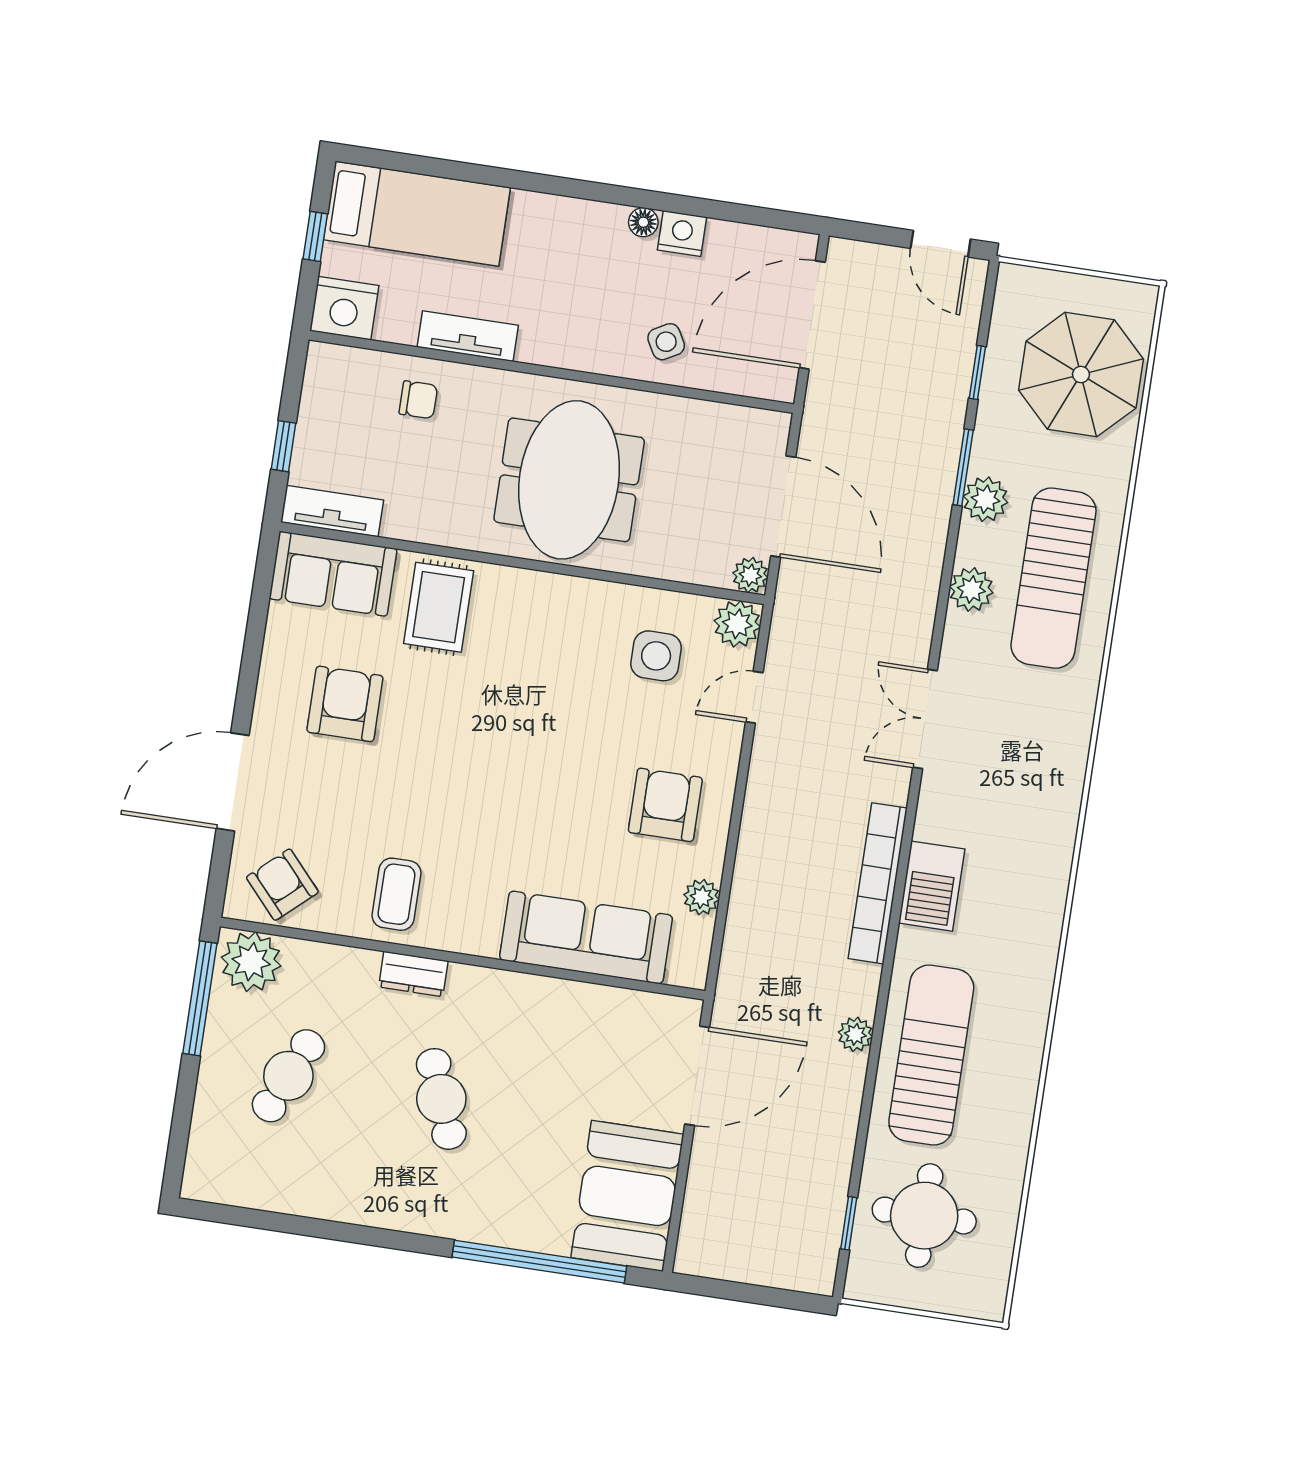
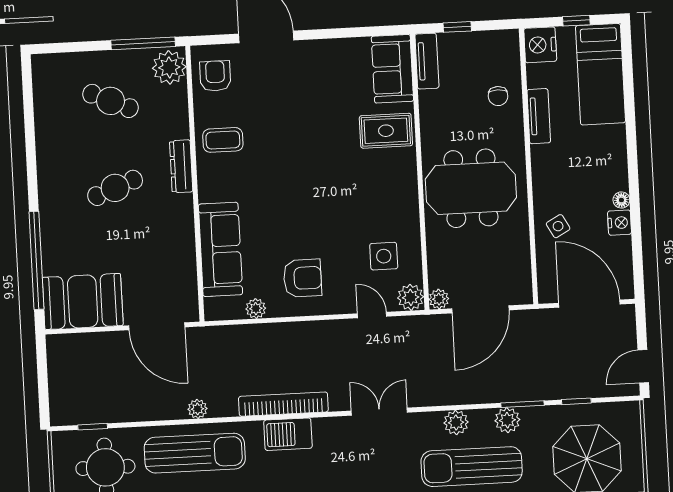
armchair: (345, 704) -> (322, 90), removed
armchair: (282, 885) -> (215, 76), turned -48
dresser: (413, 974) -> (181, 166), width x1.44

